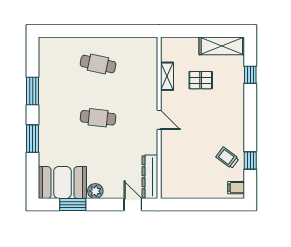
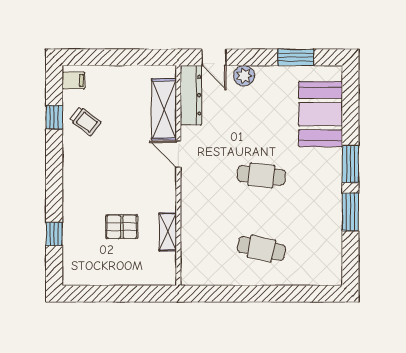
shelving: (222, 46) -> (164, 109), moved, turned 90
door: (159, 120) -> (178, 154), moved
window: (33, 139) -> (350, 164), moved
booth: (62, 183) -> (321, 114), moved, turned 90
plant: (95, 191) -> (244, 76), moved

